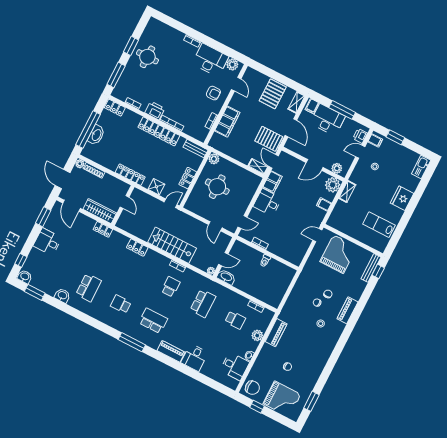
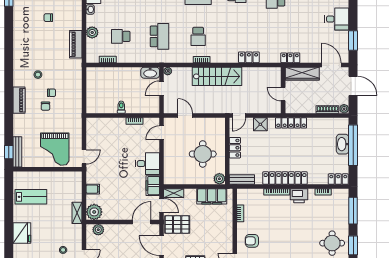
filing cabinet: (227, 122) -> (212, 196), moved, turned -90
door: (315, 165) -> (142, 222), moved
school desk: (203, 303) -> (159, 36), turned 180

